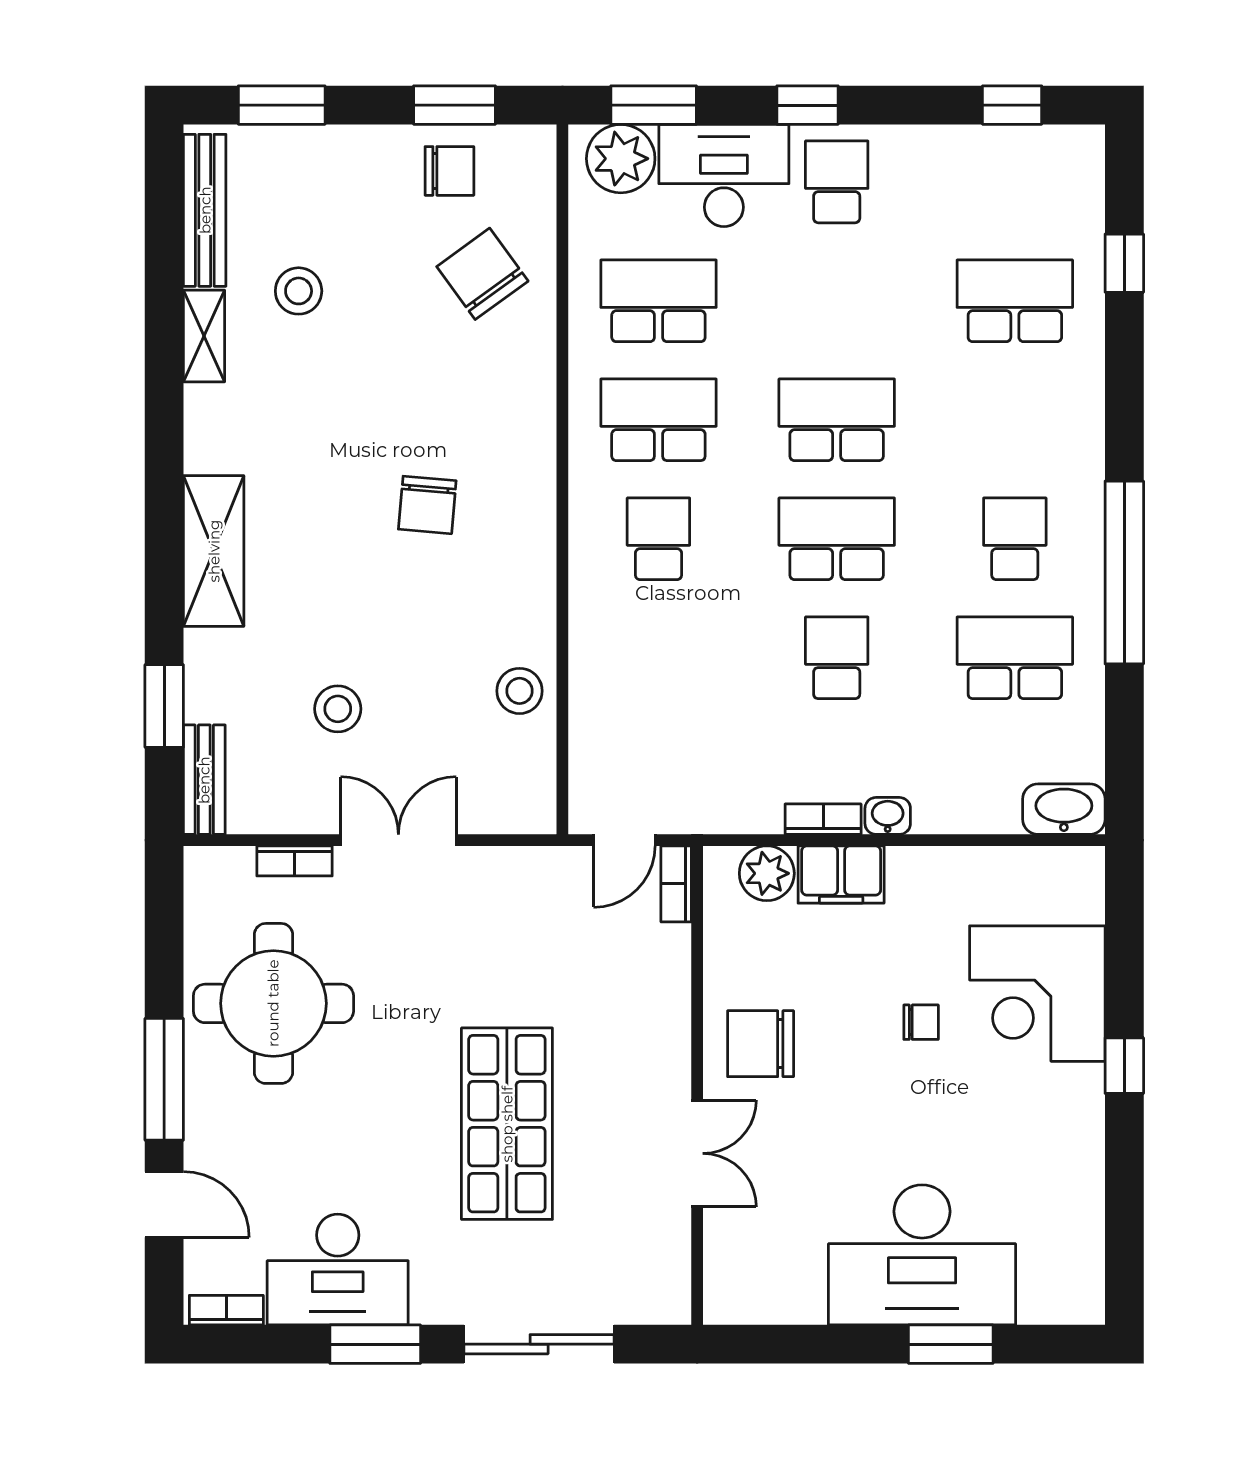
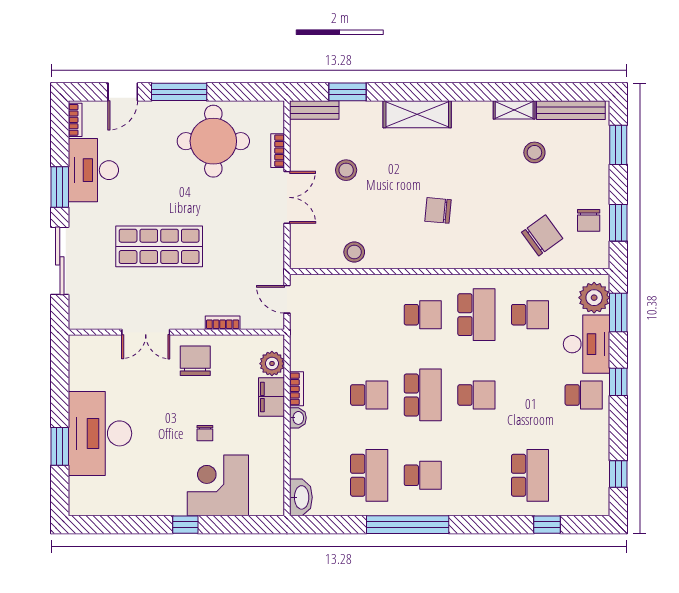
school desk: (658, 301) -> (530, 315), width x0.54
school desk: (837, 420) -> (476, 395), width x0.54
bookcase: (676, 884) -> (223, 323), moved

